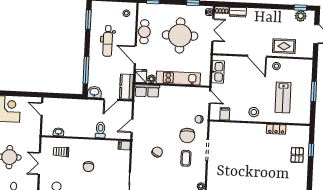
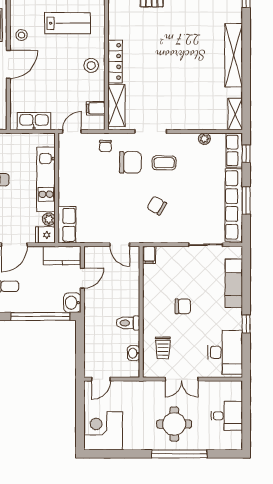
window: (86, 70) -> (40, 316), width x1.46
door: (111, 100) -> (82, 278), hinge flipped
shelving: (226, 128) -> (116, 105), added
locker: (276, 129) -> (115, 61), moved, width x1.53
toilet: (100, 130) -> (128, 323), moved

